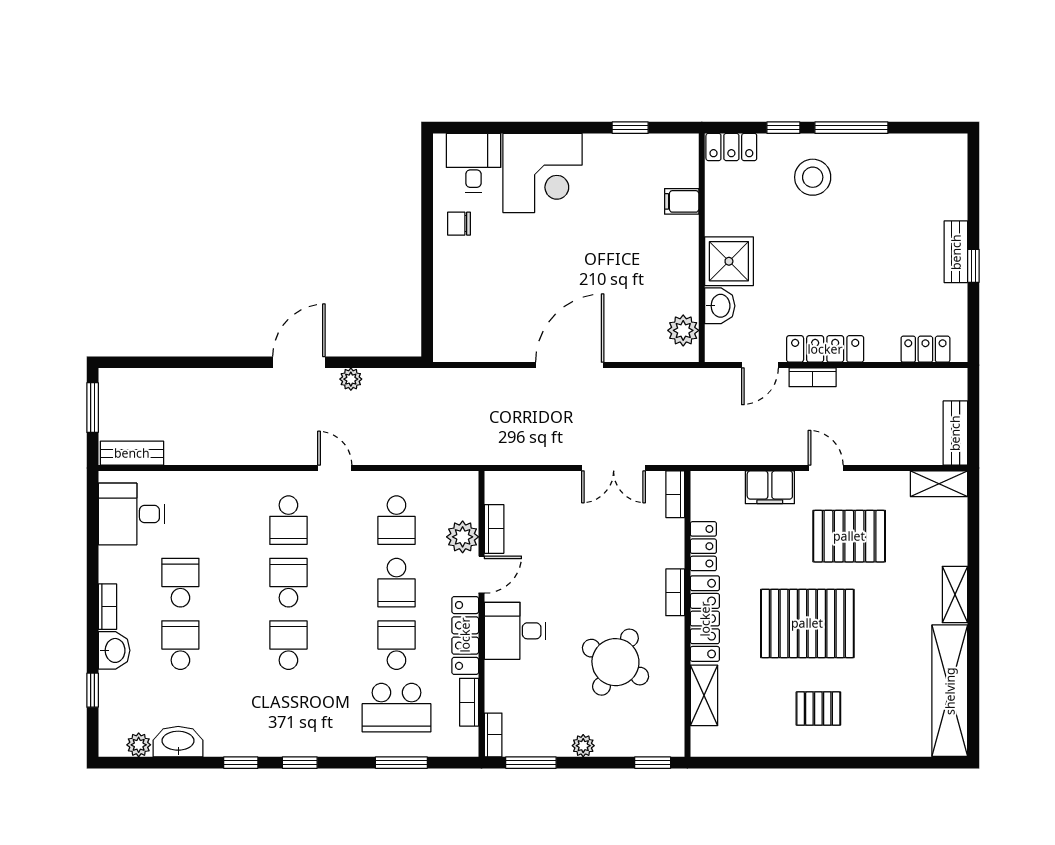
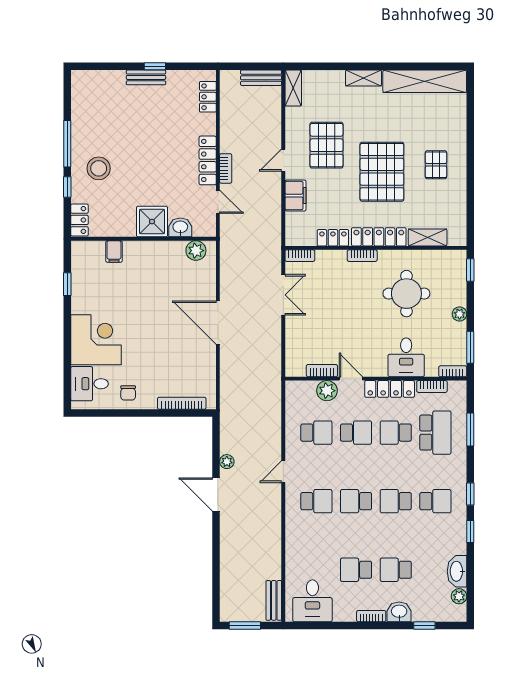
bookcase: (443, 308) -> (182, 403), added
desk: (515, 631) -> (406, 357), moved
round table: (615, 662) -> (406, 294), turned -30
school desk: (288, 708) -> (435, 501), added

